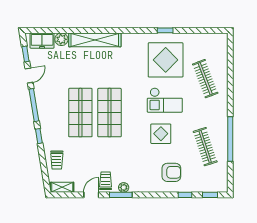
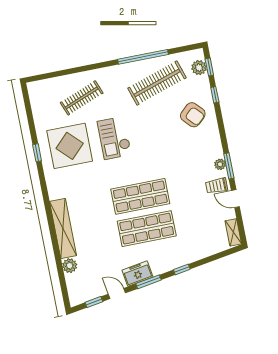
freezer: (42, 41) -> (137, 274), moved, turned -99
checkout: (165, 100) -> (114, 138), turned 180
window: (34, 105) -> (149, 282), width x0.69
display table: (161, 134) -> (152, 135), removed
clothes rail: (205, 147) -> (157, 83), width x1.37, depth x1.31
trolley: (57, 160) -> (204, 244), removed
armchair: (171, 172) -> (193, 115), turned 137
plant: (211, 186) -> (199, 68), added

